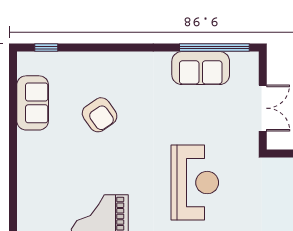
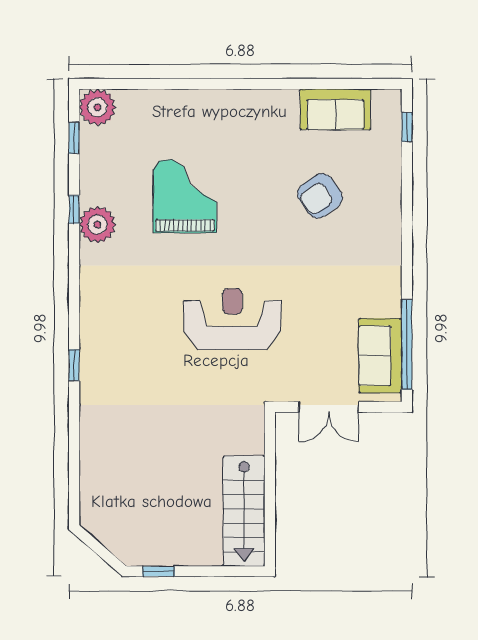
sofa: (201, 68) -> (380, 356), moved
reception desk: (195, 183) -> (232, 319), turned 180

